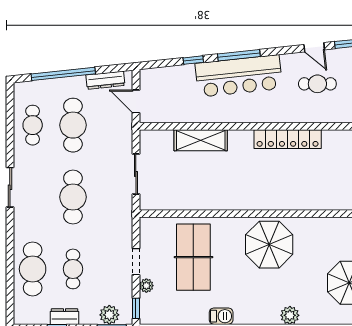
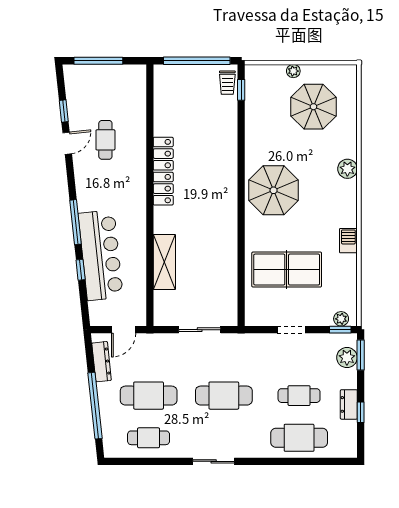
bar counter: (239, 76) -> (101, 255), moved
plant: (146, 286) -> (341, 319), moved

